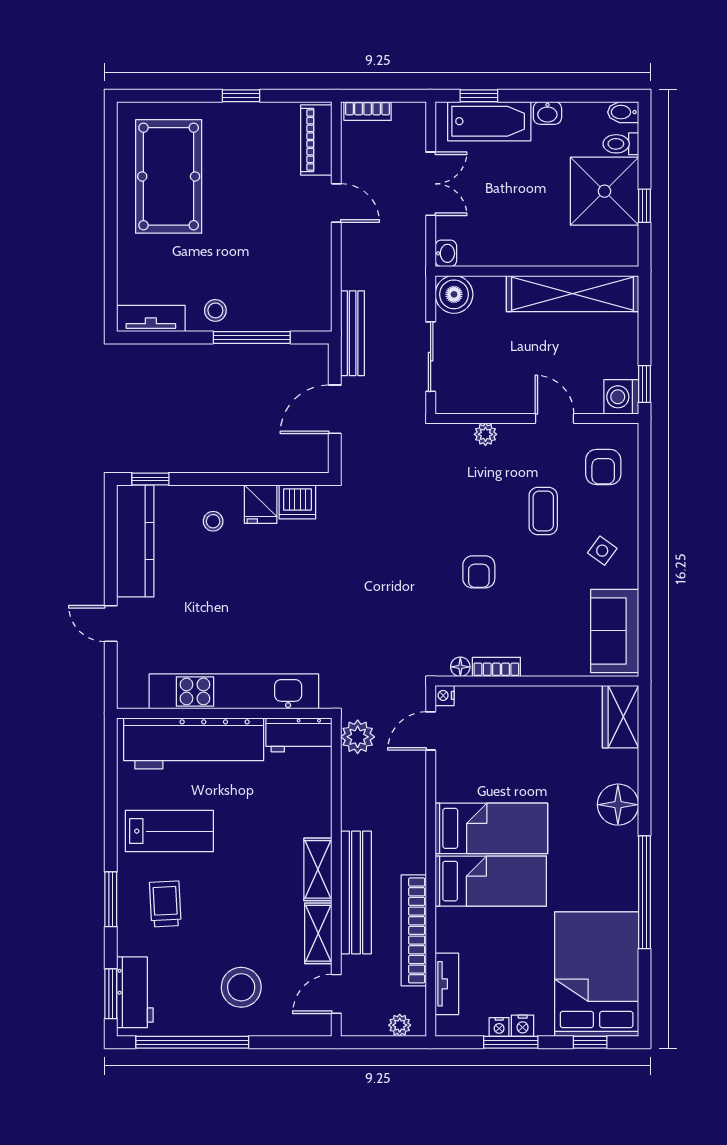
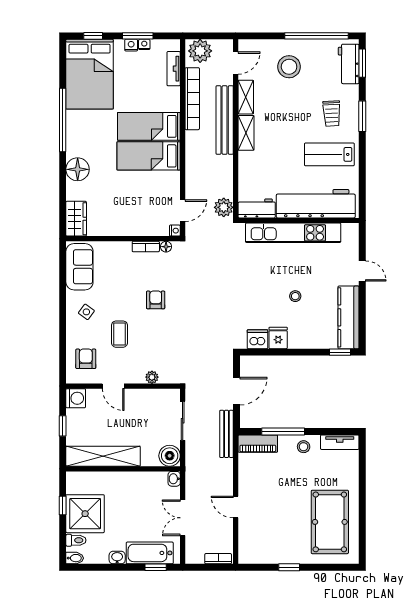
piano: (316, 140) -> (258, 444), moved, turned 90
window: (644, 384) -> (63, 426), moved
stool: (213, 521) -> (295, 296), moved
plant: (400, 1025) -> (200, 51), width x1.87, depth x1.87

